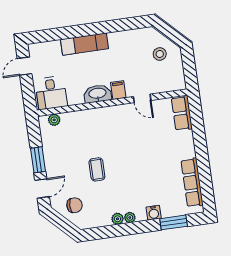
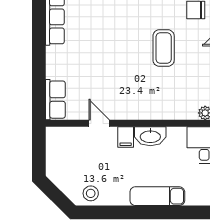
stool: (160, 54) -> (91, 193), moved
coffee table: (97, 169) -> (164, 48), width x1.36, depth x1.30

